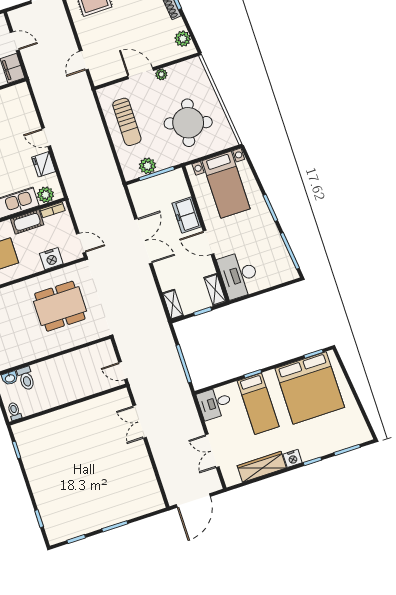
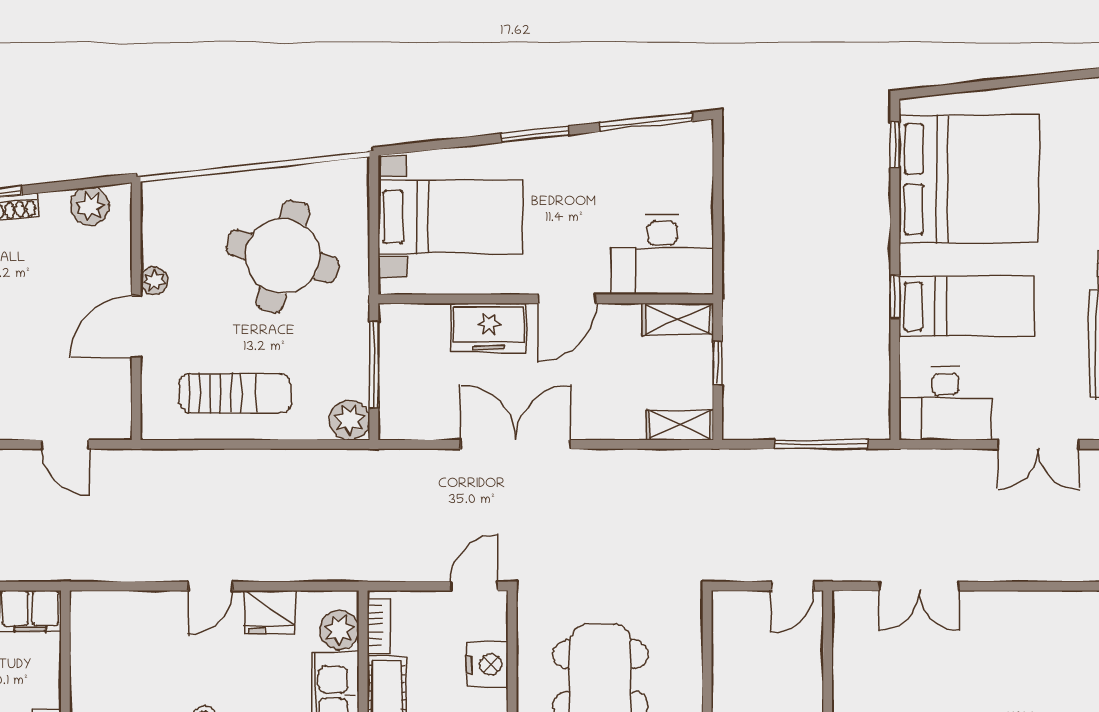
plant: (147, 166) -> (350, 420), moved
desk: (215, 403) -> (945, 404), width x1.37

